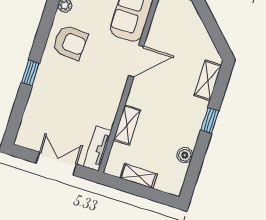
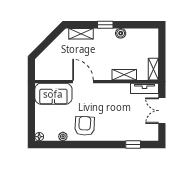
window: (30, 73) -> (133, 144), moved
boiler: (185, 155) -> (121, 33), moved
shelving: (139, 176) -> (153, 69), moved

